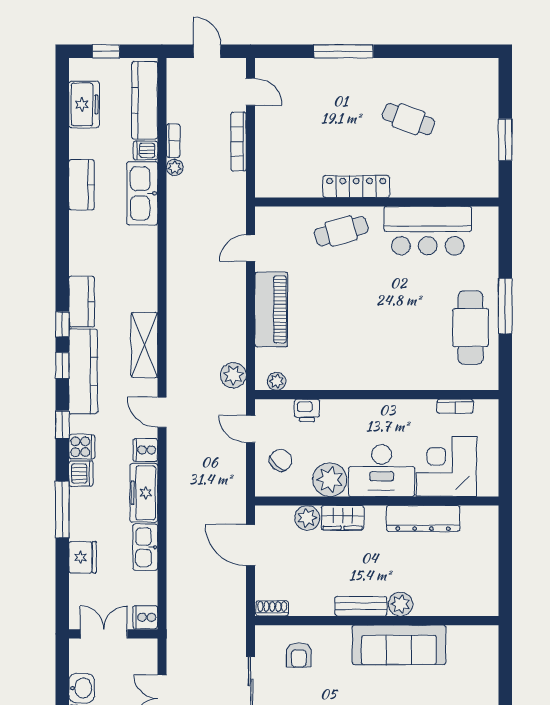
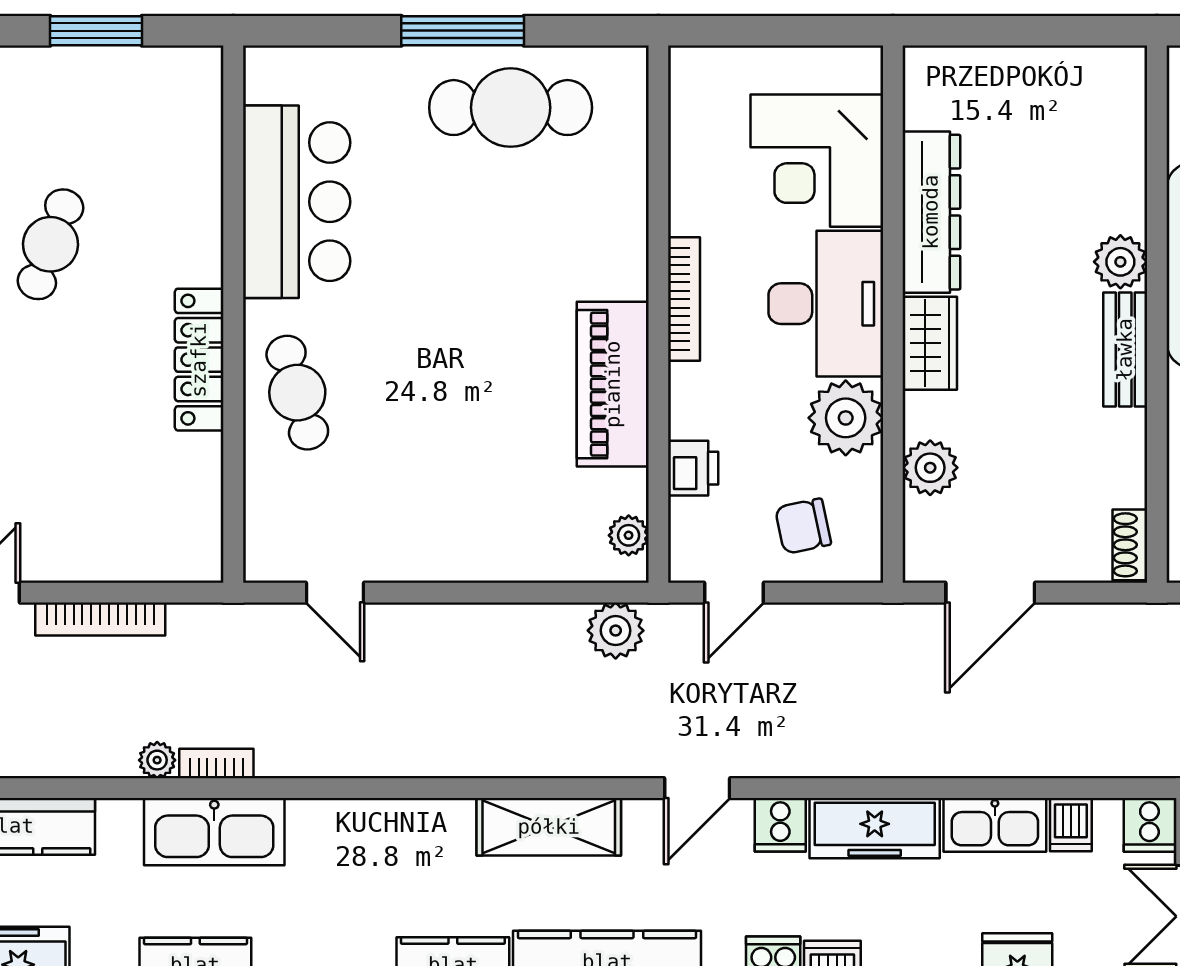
bookcase: (173, 141) -> (216, 764), moved
dishwasher: (145, 150) -> (1071, 825), moved
piano: (271, 309) -> (613, 384), moved, turned -90
bookcase: (455, 406) -> (684, 299), moved, width x1.56
chair: (281, 460) -> (803, 526), turned -54
wardrobe: (343, 518) -> (930, 343), moved

